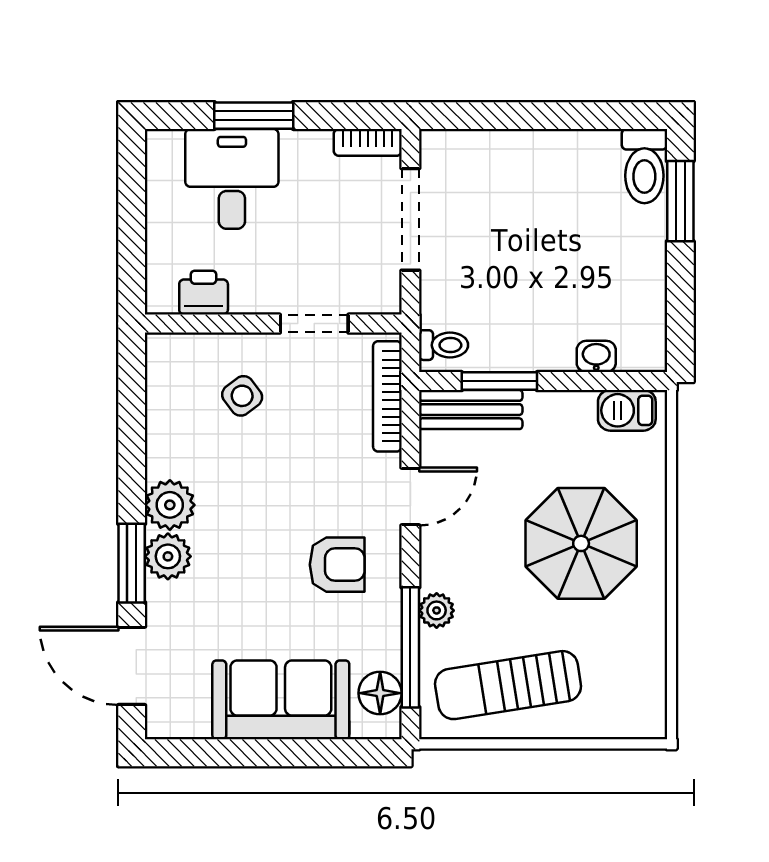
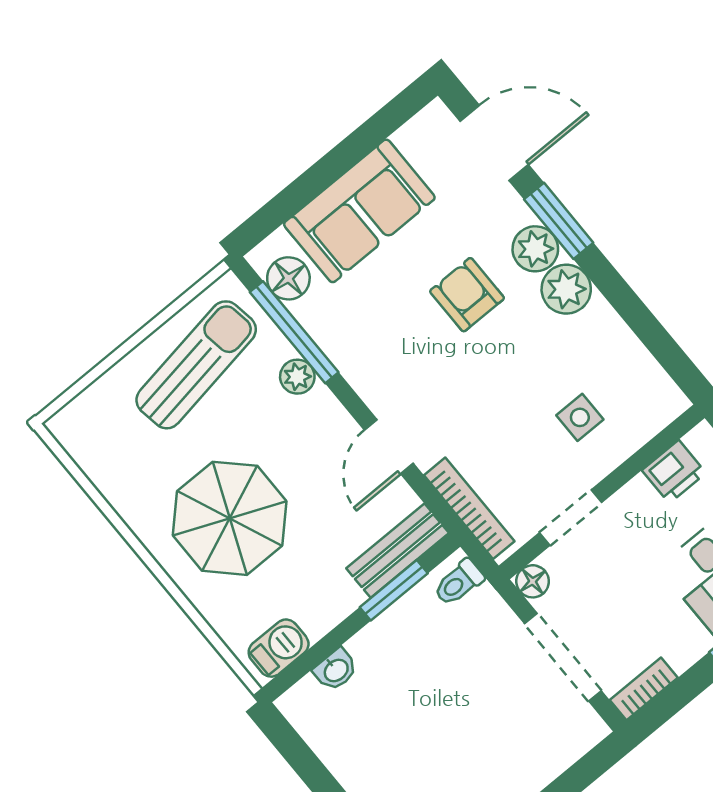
floor lamp: (385, 298) -> (533, 581), added
side table: (242, 396) -> (580, 417), turned 37
armchair: (337, 565) -> (467, 295), moved, turned 90

